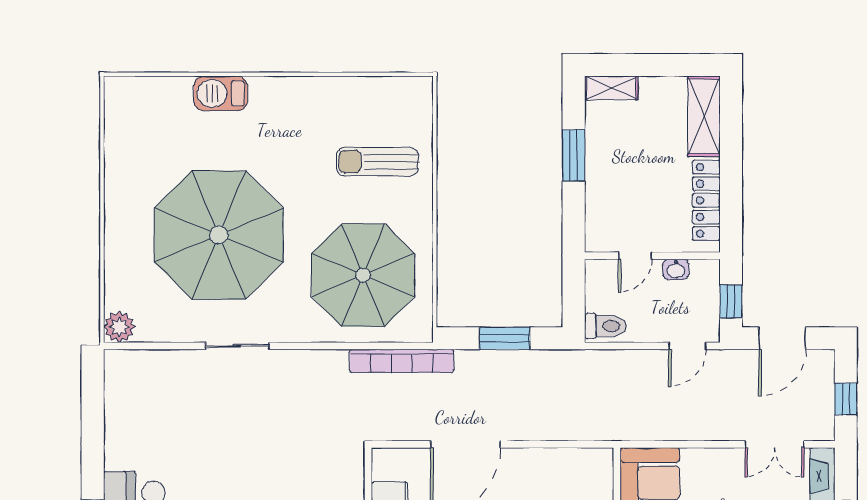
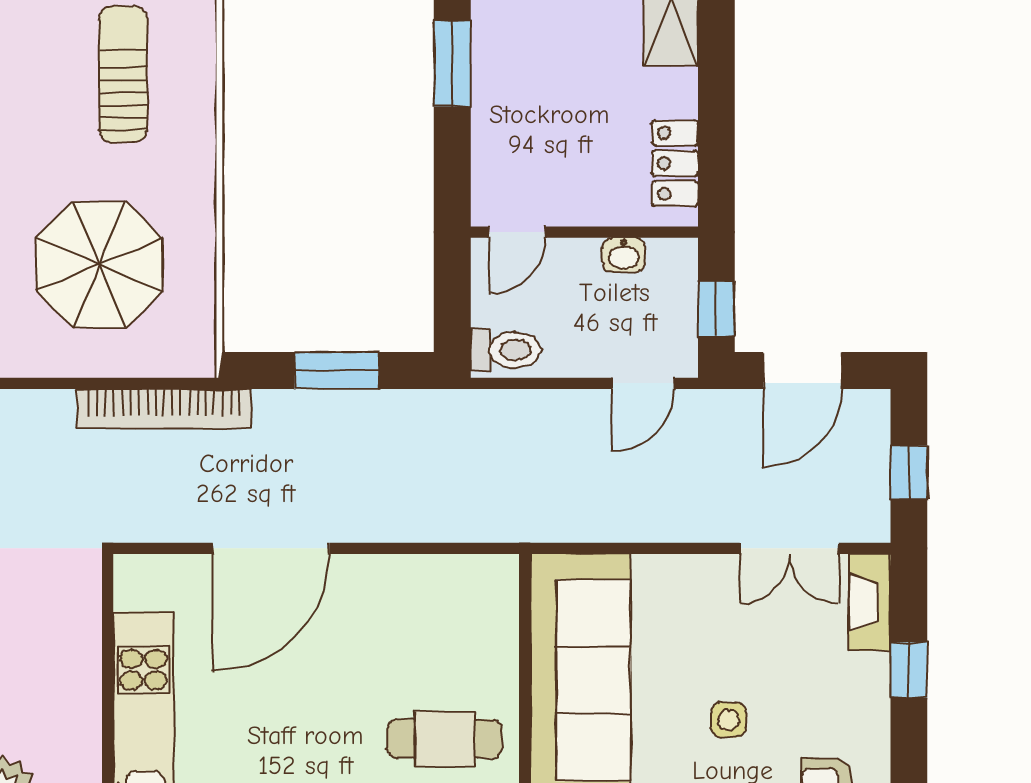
sun lounger: (377, 162) -> (123, 74), turned 90
locker: (706, 200) -> (675, 163), width x0.66
door: (635, 256) -> (517, 232), moved
parasol: (363, 275) -> (99, 265), width x0.73, depth x0.73

